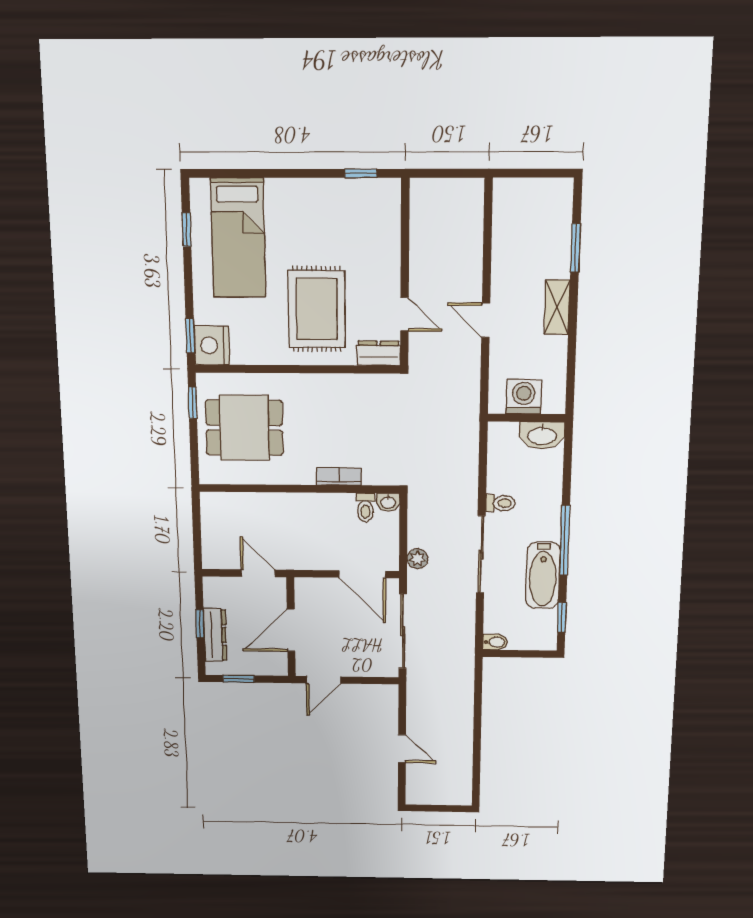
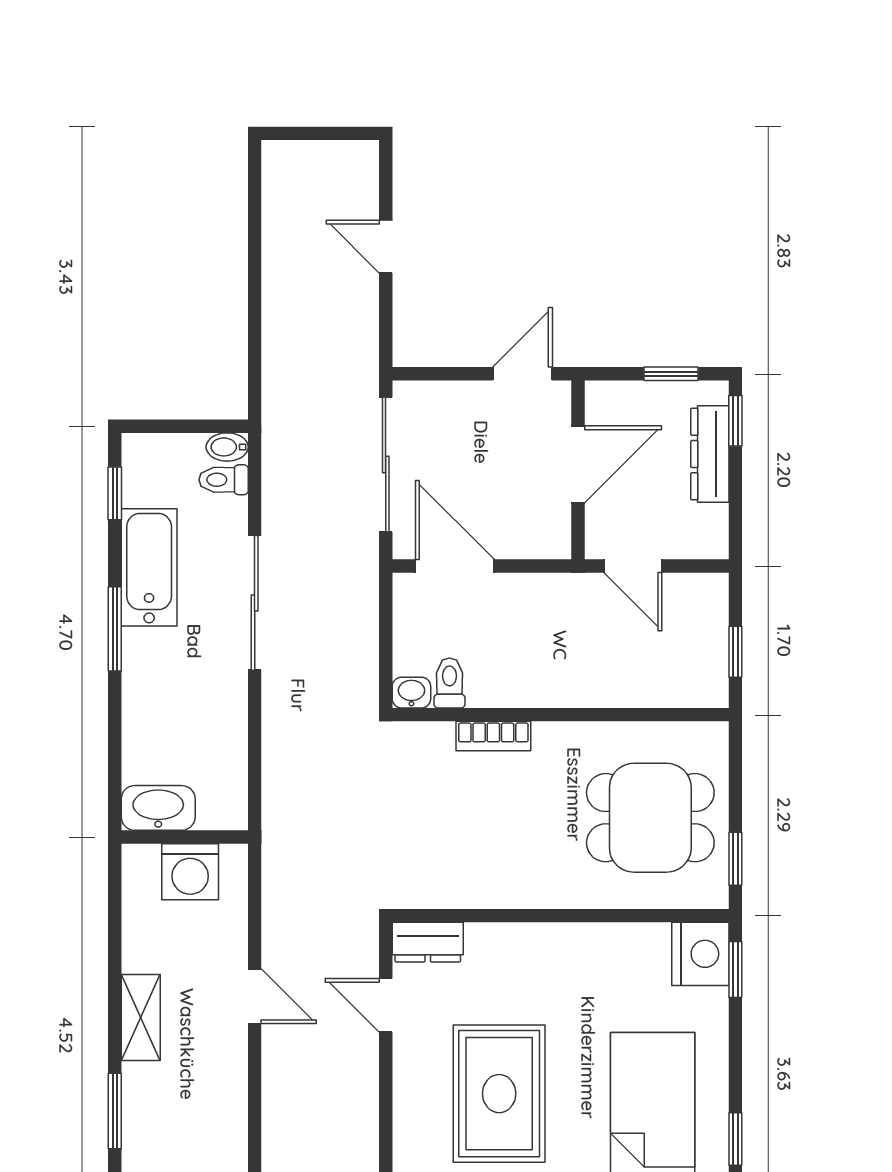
rug: (317, 309) -> (499, 1094), moved
toilet: (501, 503) -> (224, 480), moved
window: (197, 524) -> (735, 652), added
window: (565, 540) -> (115, 629), width x0.69
plant: (417, 559) -> (362, 595), removed
window: (200, 624) -> (735, 421), moved

